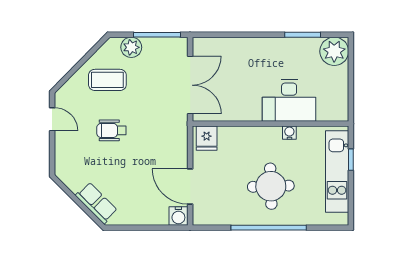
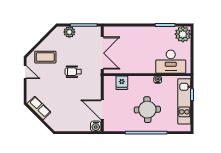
coffee table: (107, 80) -> (45, 57), moved
desk: (289, 100) -> (171, 62), moved
wheelchair: (111, 130) -> (73, 72), moved
fridge: (207, 138) -> (122, 83), moved
row of seats: (96, 203) -> (39, 108), moved

